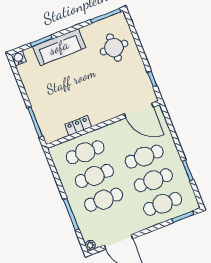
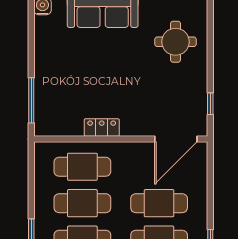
door: (139, 111) -> (176, 139), hinge flipped
locker: (78, 126) -> (102, 128), moved

